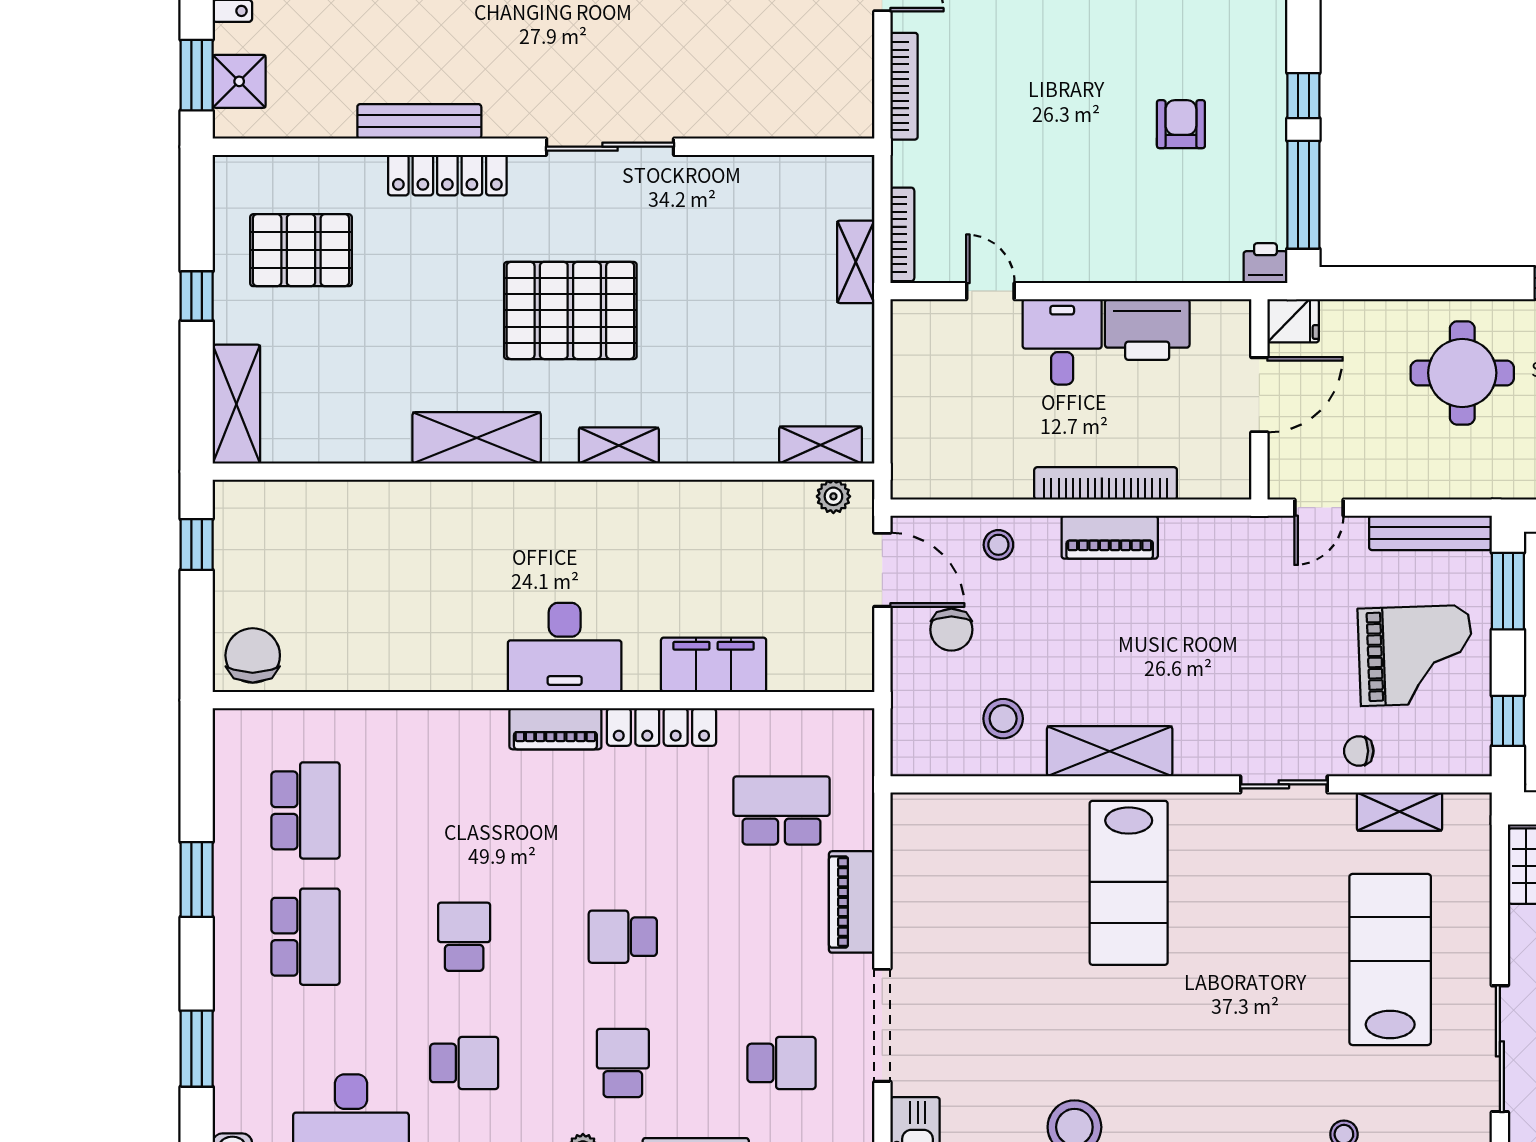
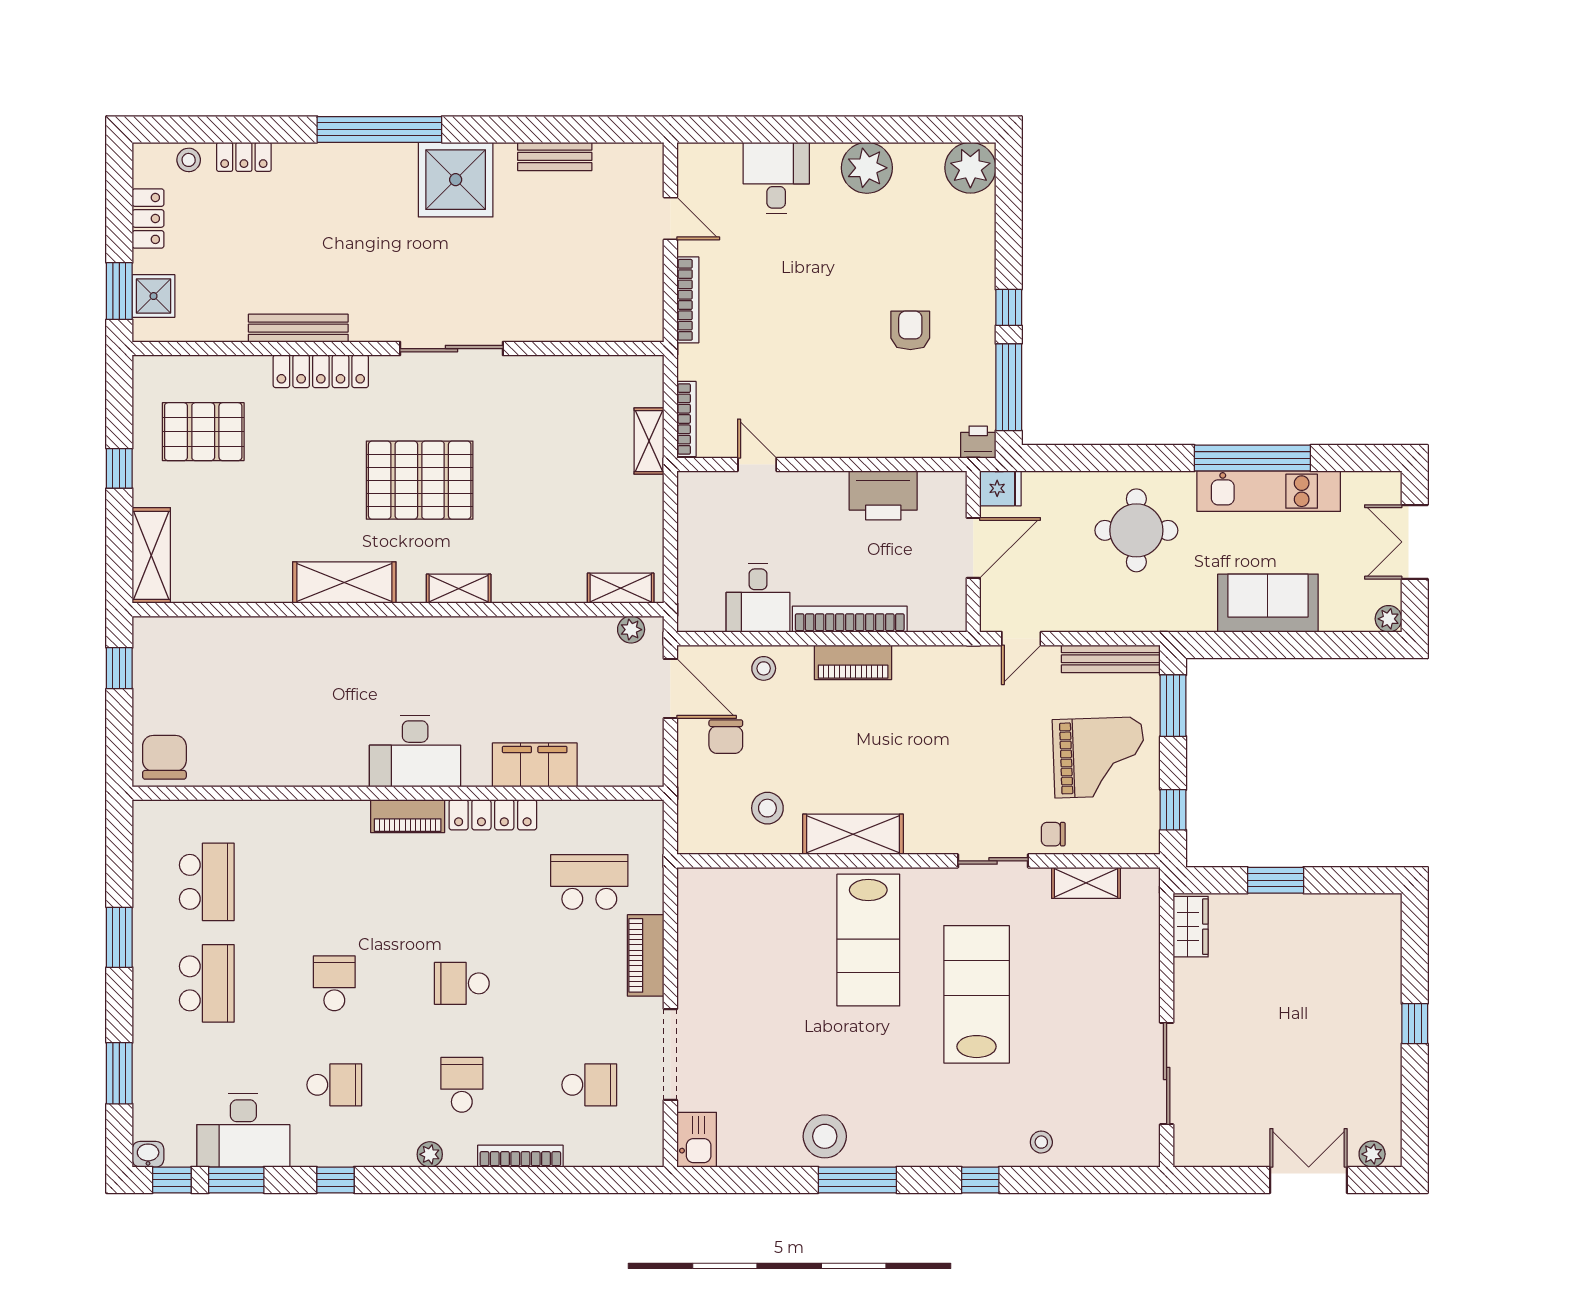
desk: (1062, 342) -> (758, 598), moved, turned 180
lab bench: (1390, 959) -> (977, 994), moved

